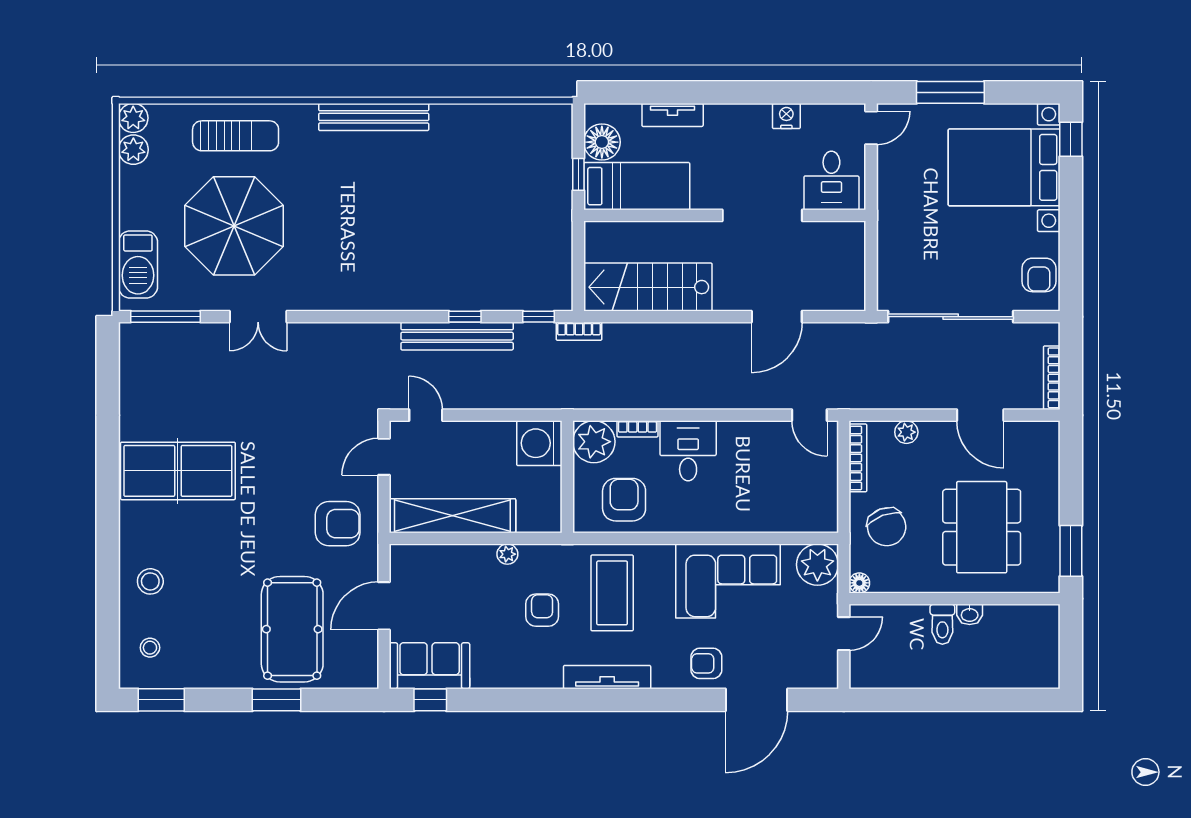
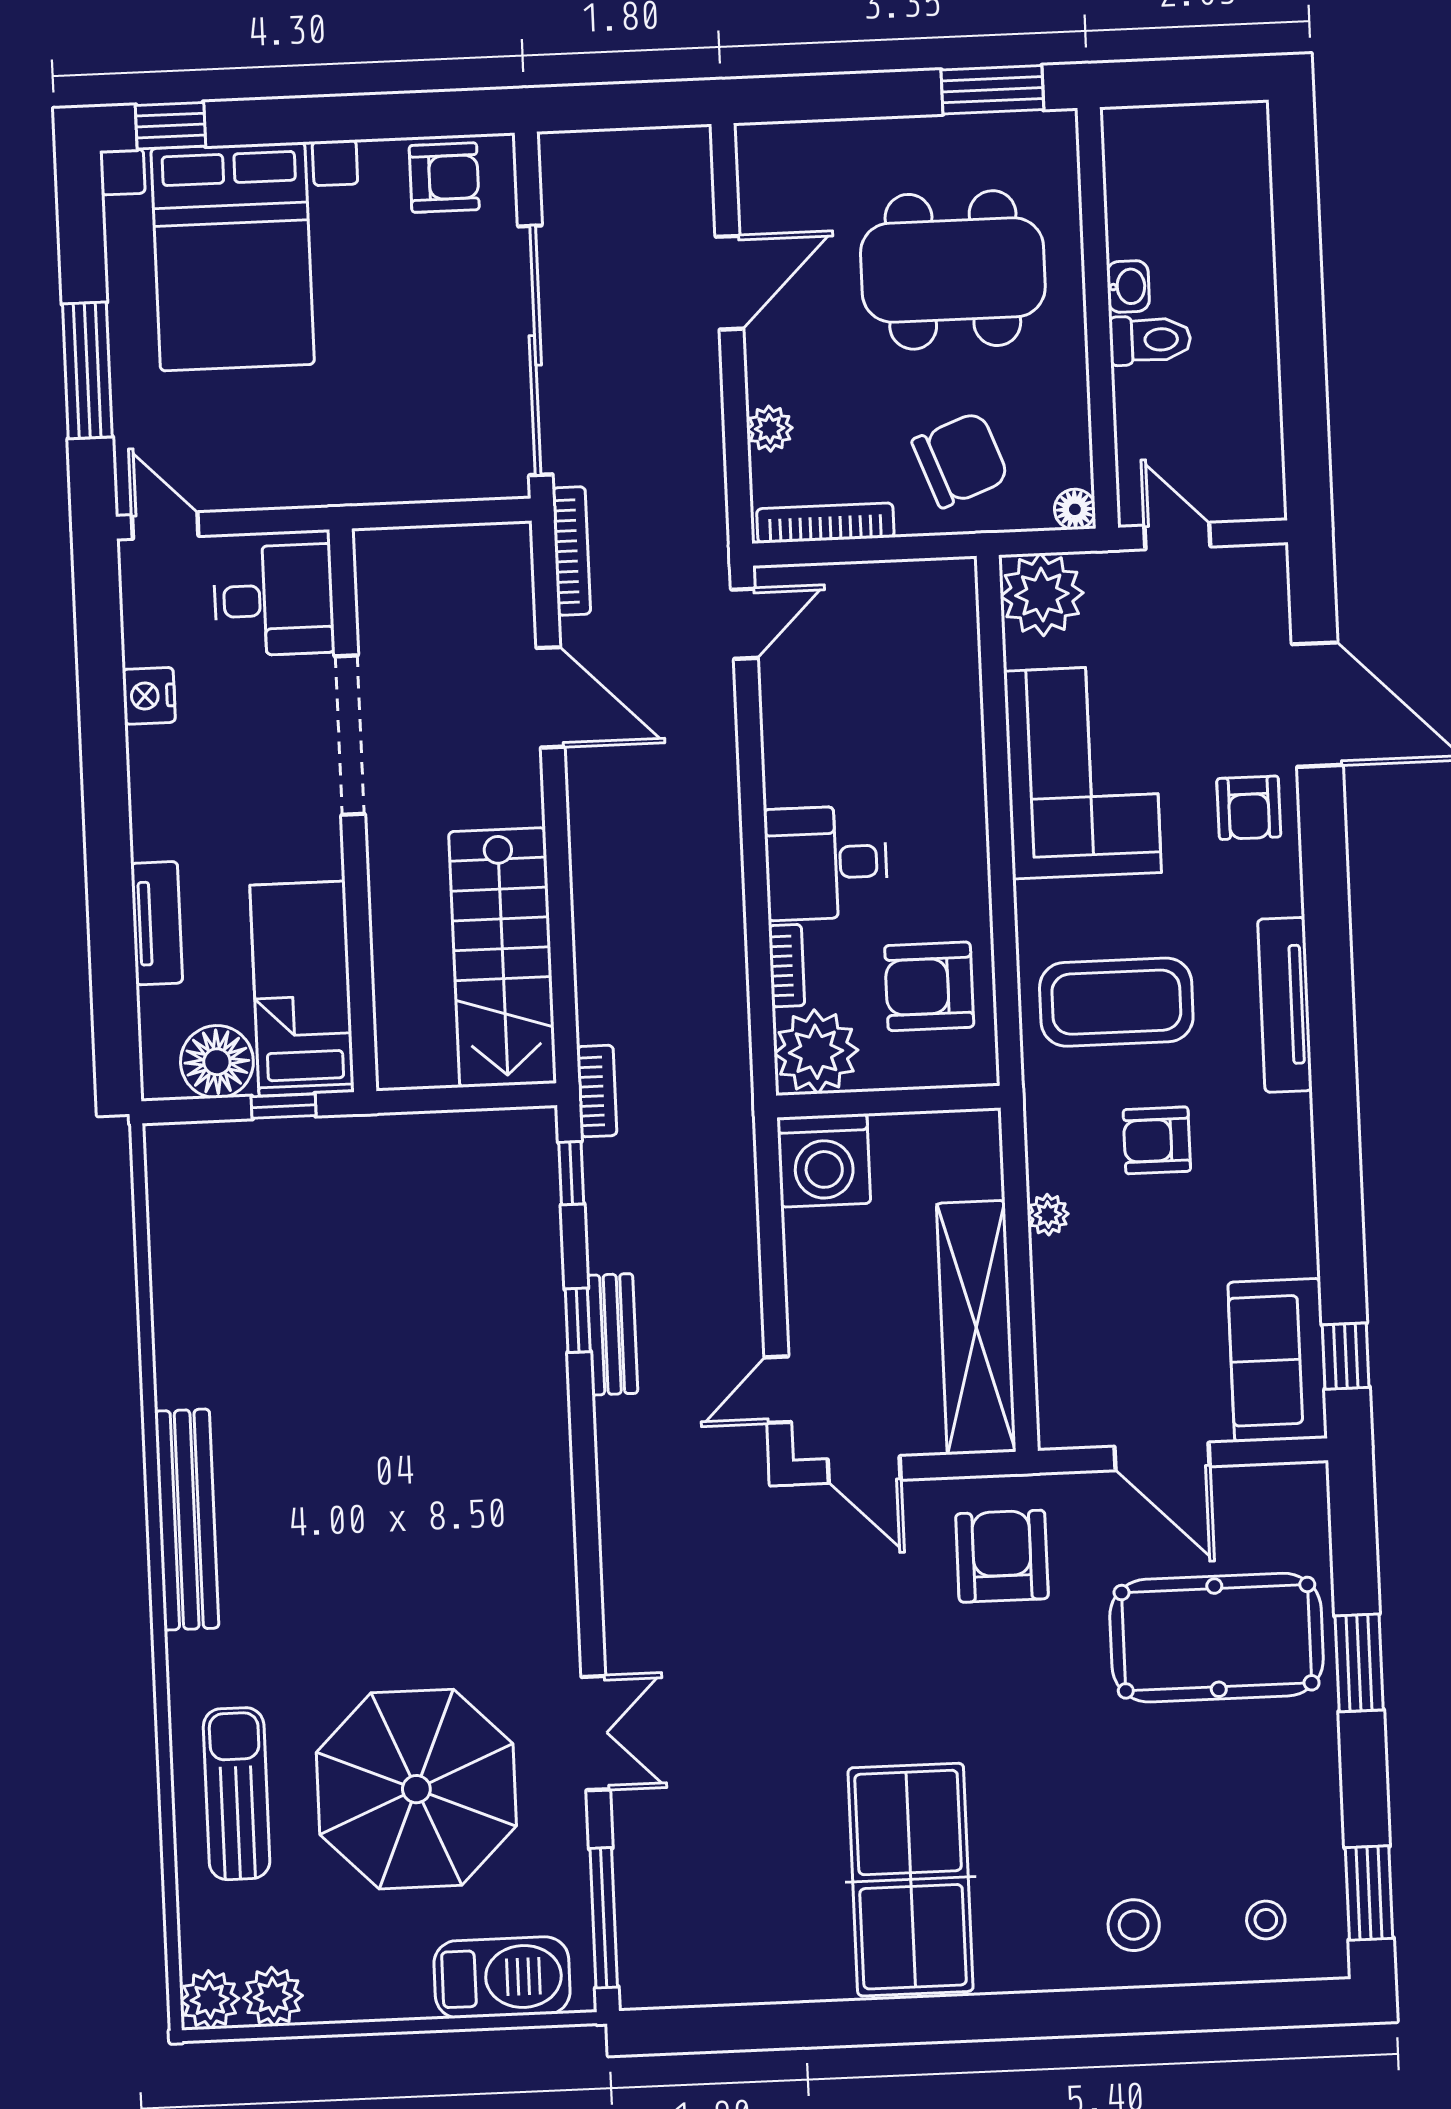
bench: (457, 336) -> (612, 1334), width x0.54, depth x0.82
bookcase: (1052, 378) -> (571, 551), moved, turned -90

